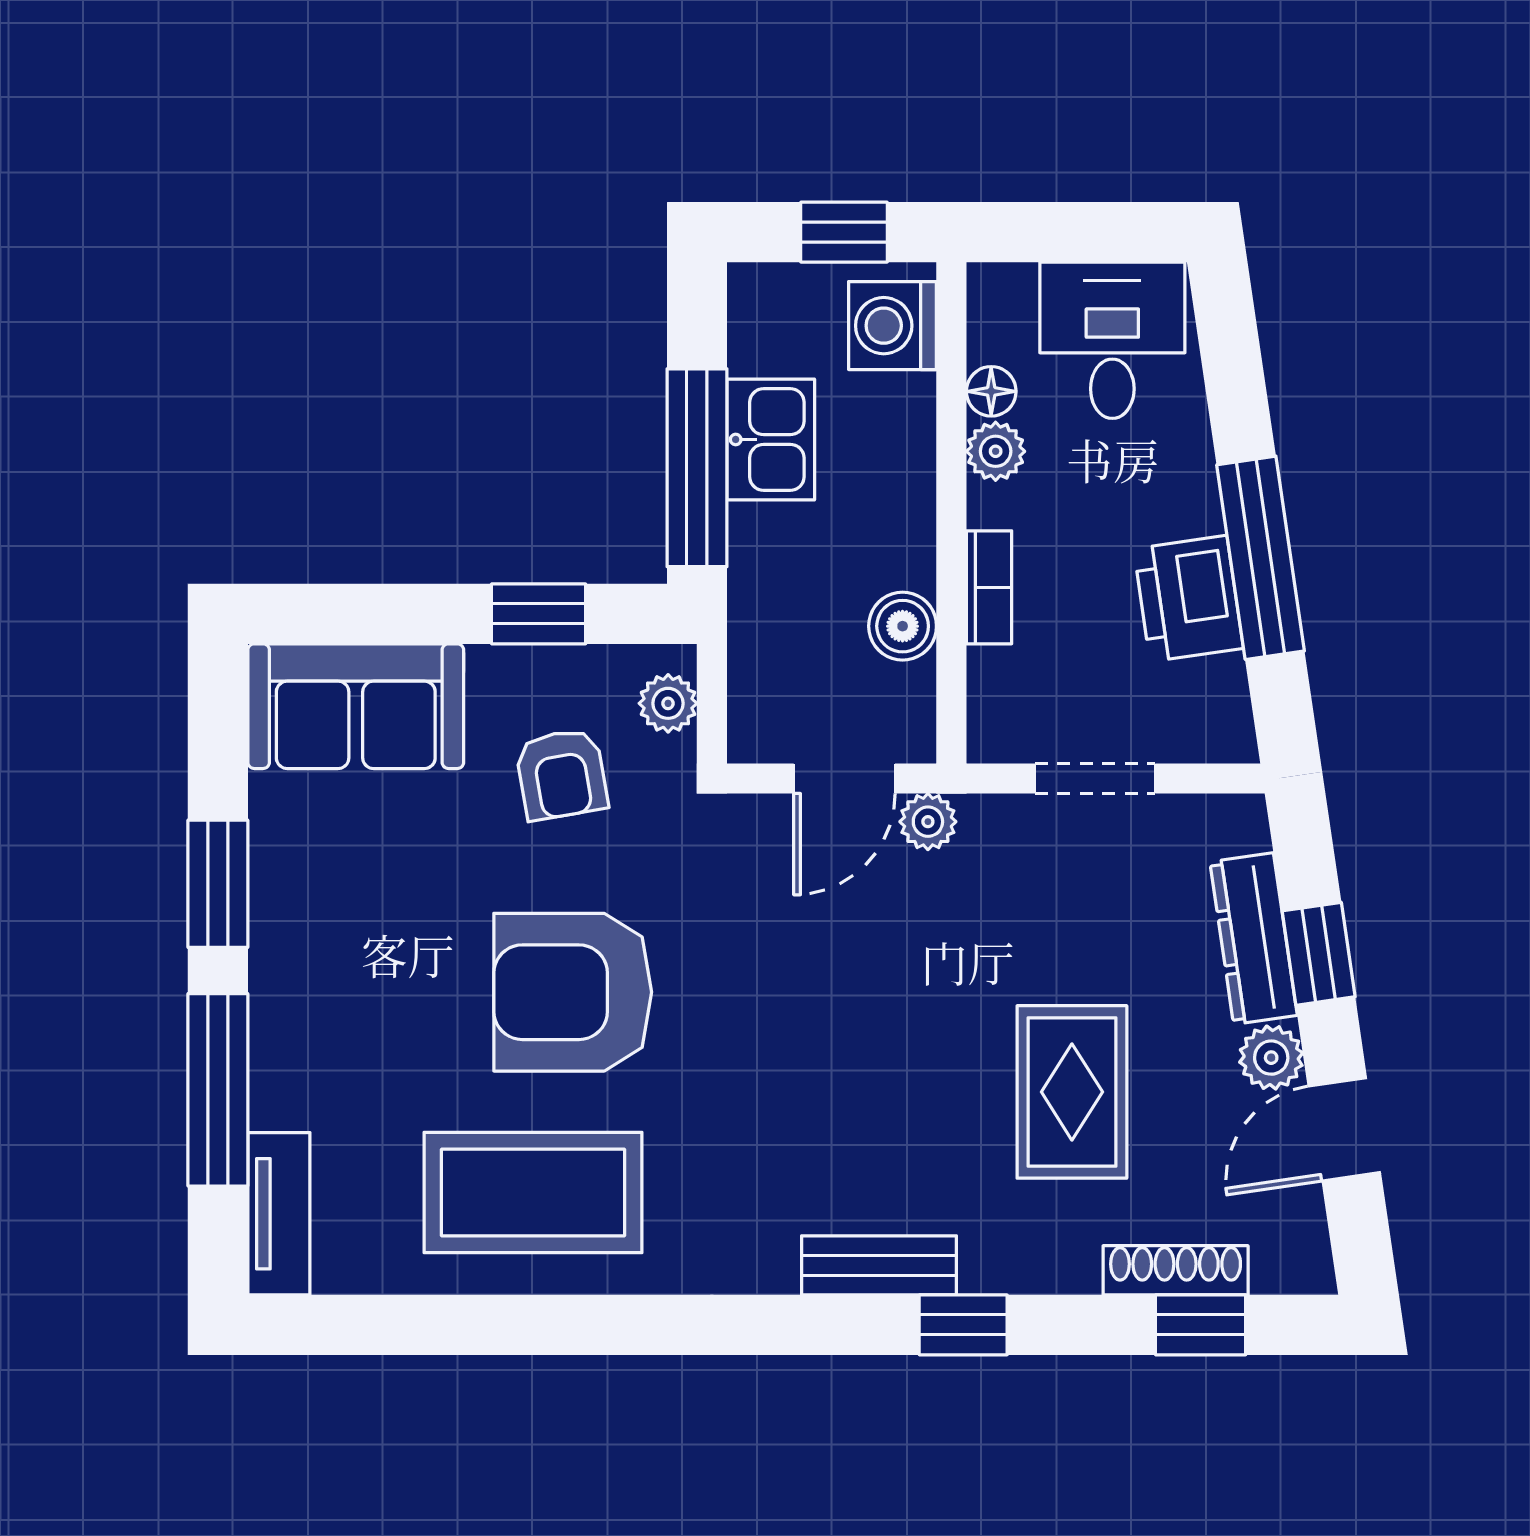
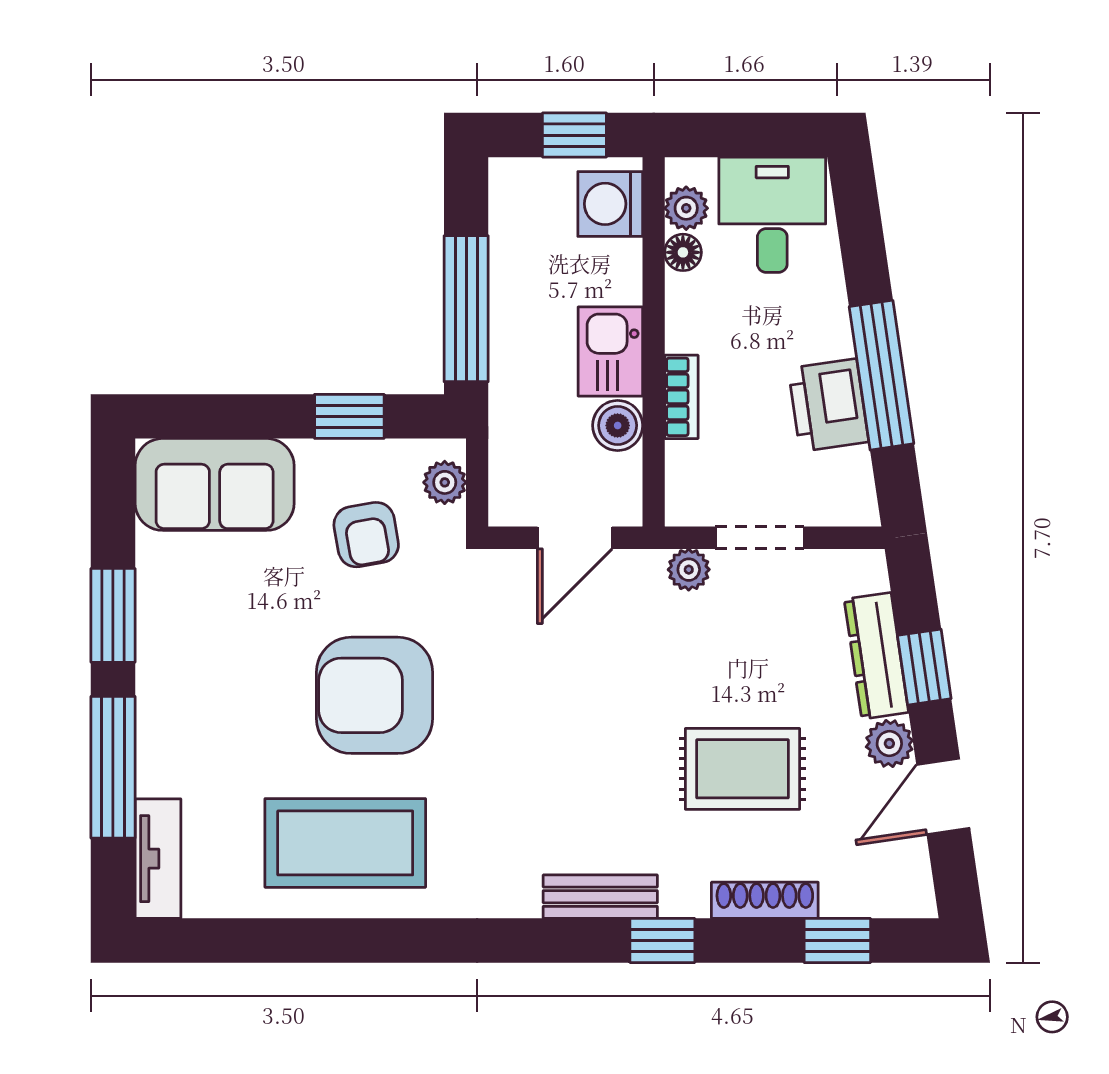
kitchen sink: (771, 439) -> (610, 351), moved, turned 180
plant: (996, 451) -> (686, 208), moved
plant: (928, 822) -> (689, 570), moved
rug: (1072, 1092) -> (743, 769), turned 90
shoe rack: (1176, 1270) -> (765, 900), moved

